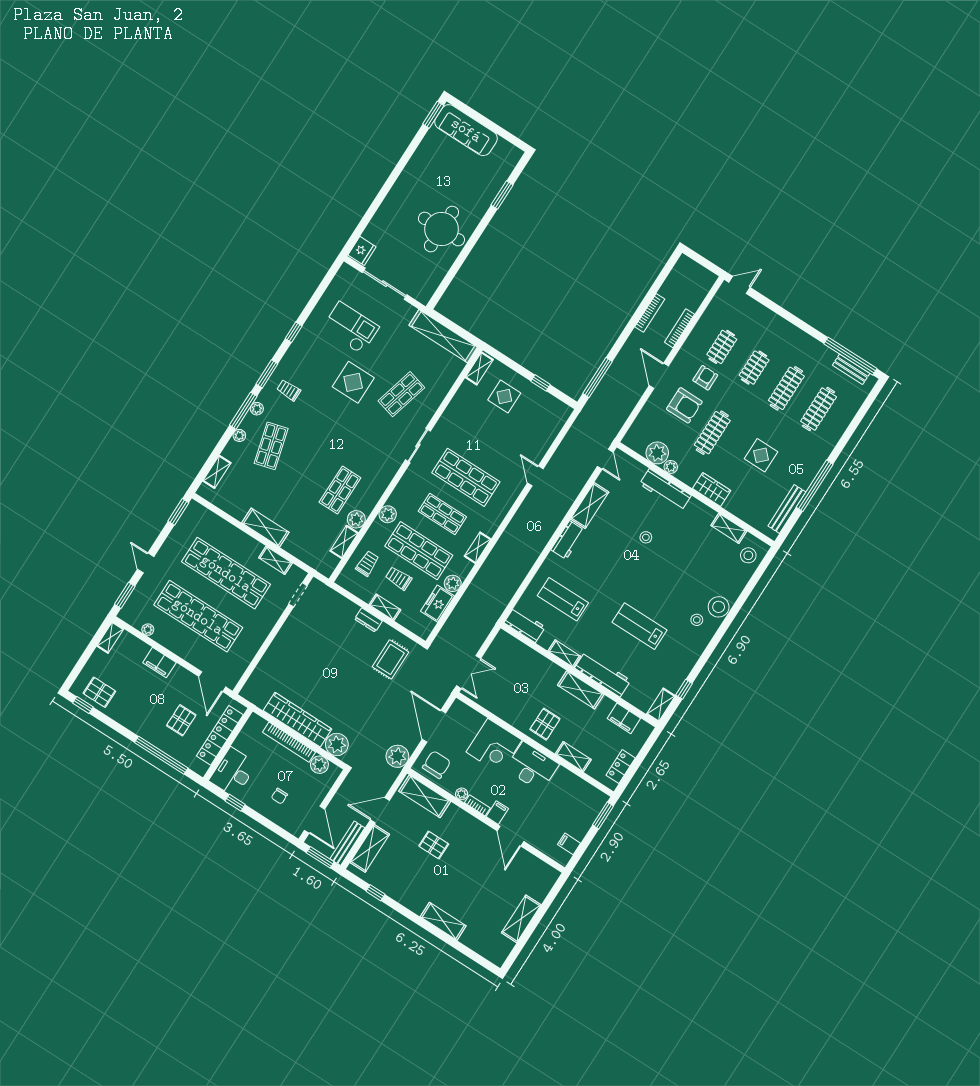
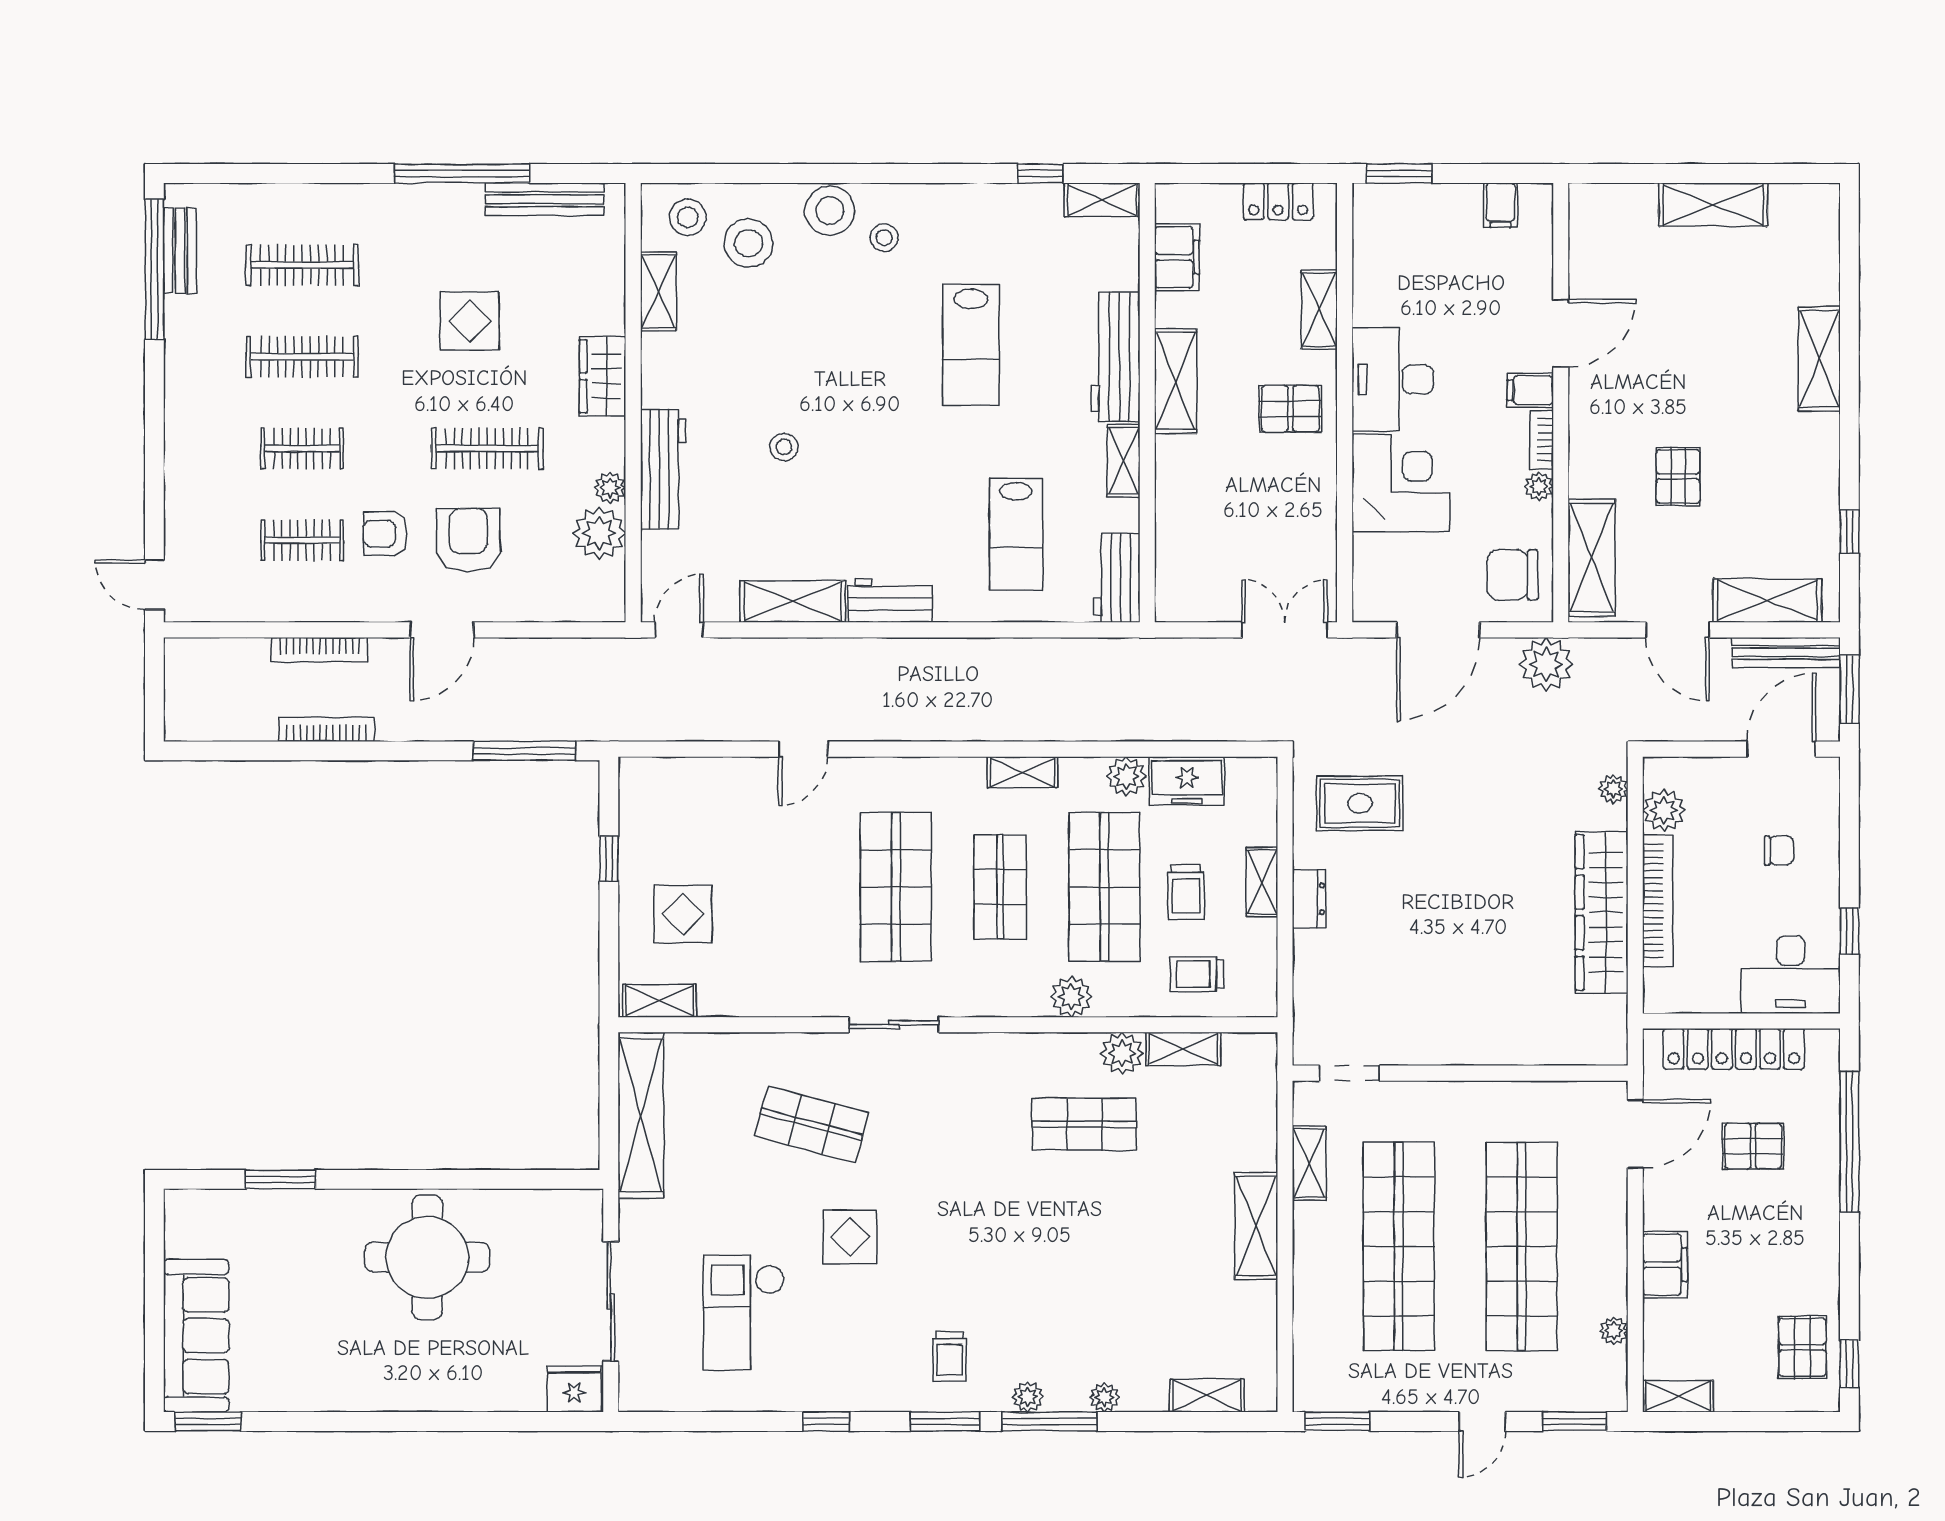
display table: (353, 382) -> (850, 1237), width x0.73, depth x0.73
shop shelf: (271, 446) -> (1084, 1320), removed
stool: (726, 571) -> (748, 243), added
plant: (337, 745) -> (1613, 789), width x0.53, depth x0.53

